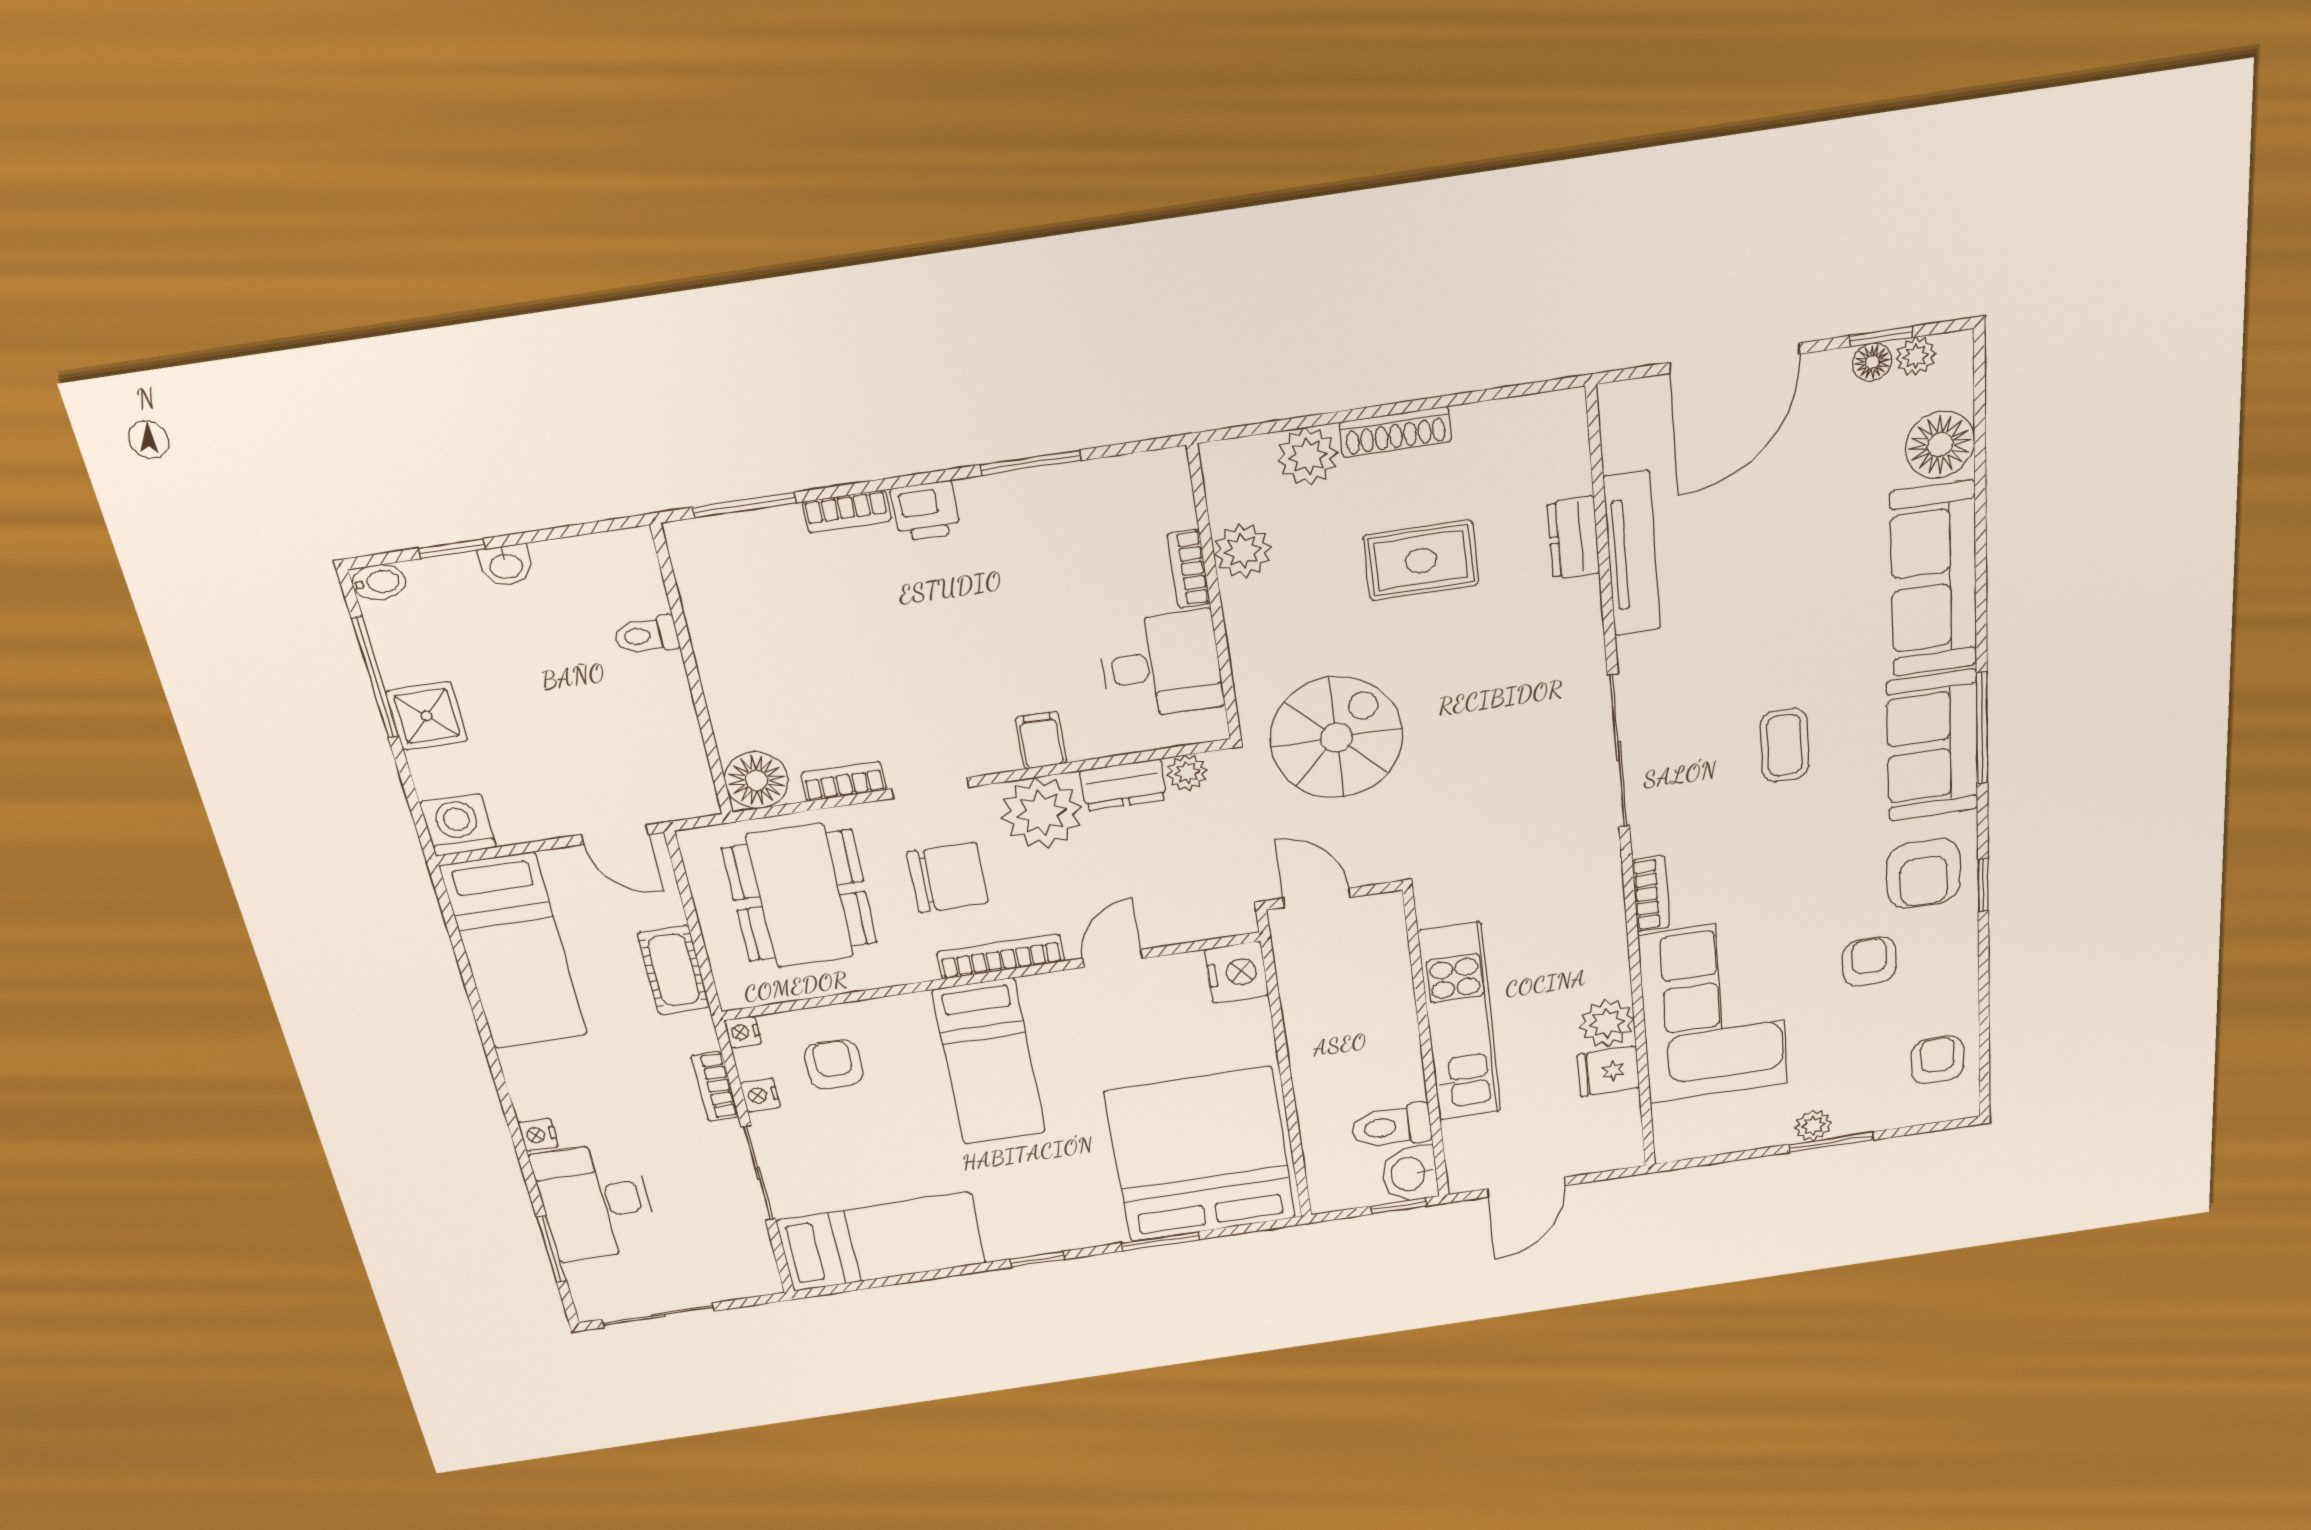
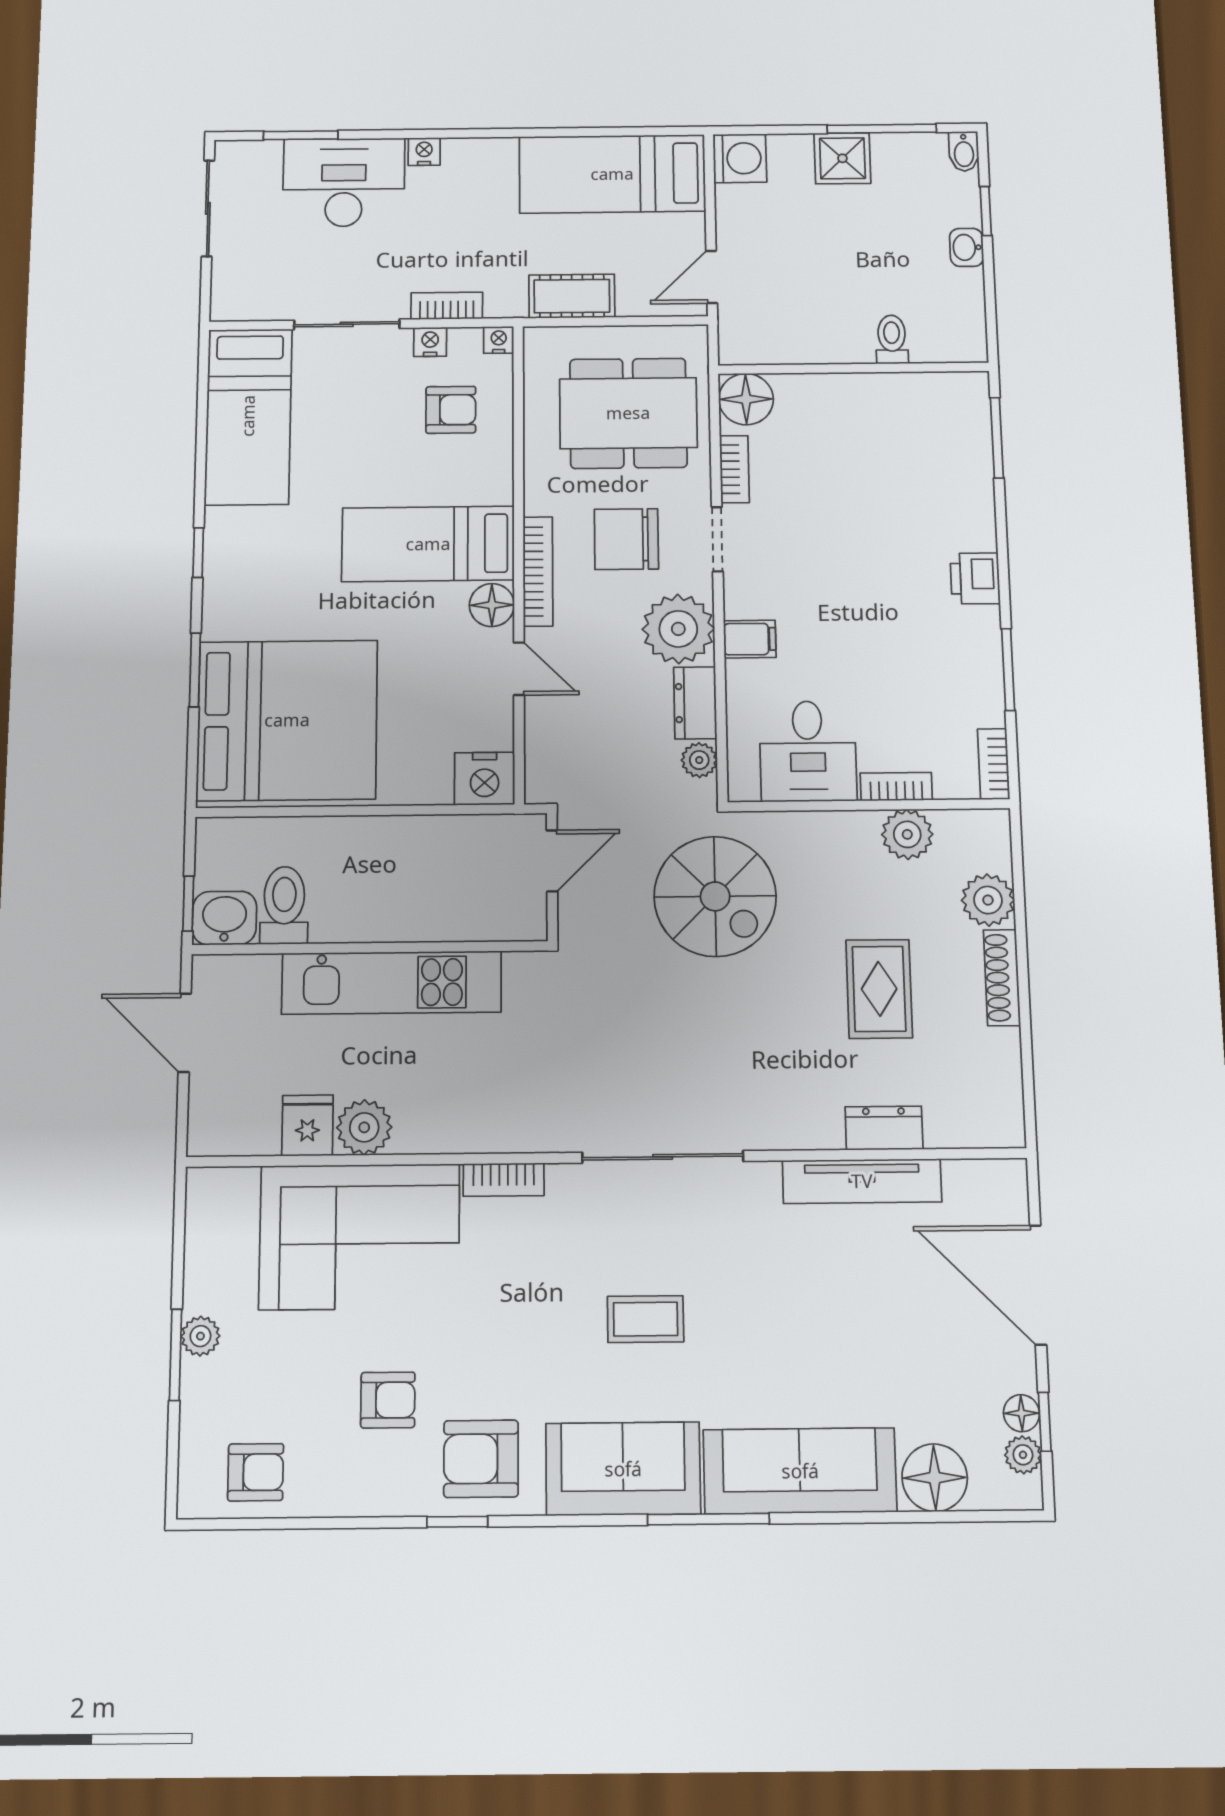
bookcase: (847, 512) -> (994, 764), moved
window: (1982, 728) -> (708, 1519), moved
chair: (948, 878) -> (626, 539), turned 90
floor lamp: (1046, 994) -> (492, 605), added

